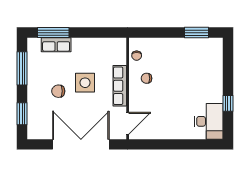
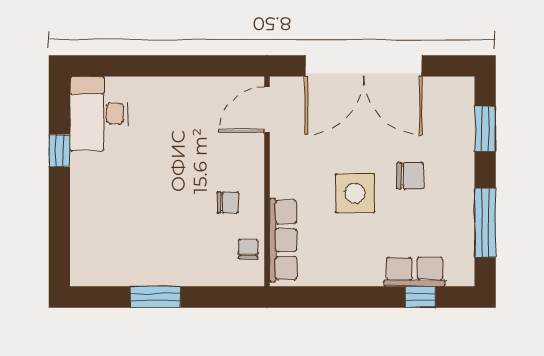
window: (53, 33) -> (420, 297), width x0.46
window: (196, 33) -> (155, 297), moved
row of seats: (120, 86) -> (283, 240), moved

